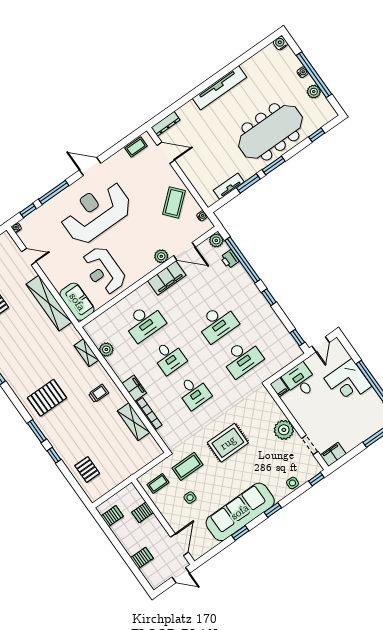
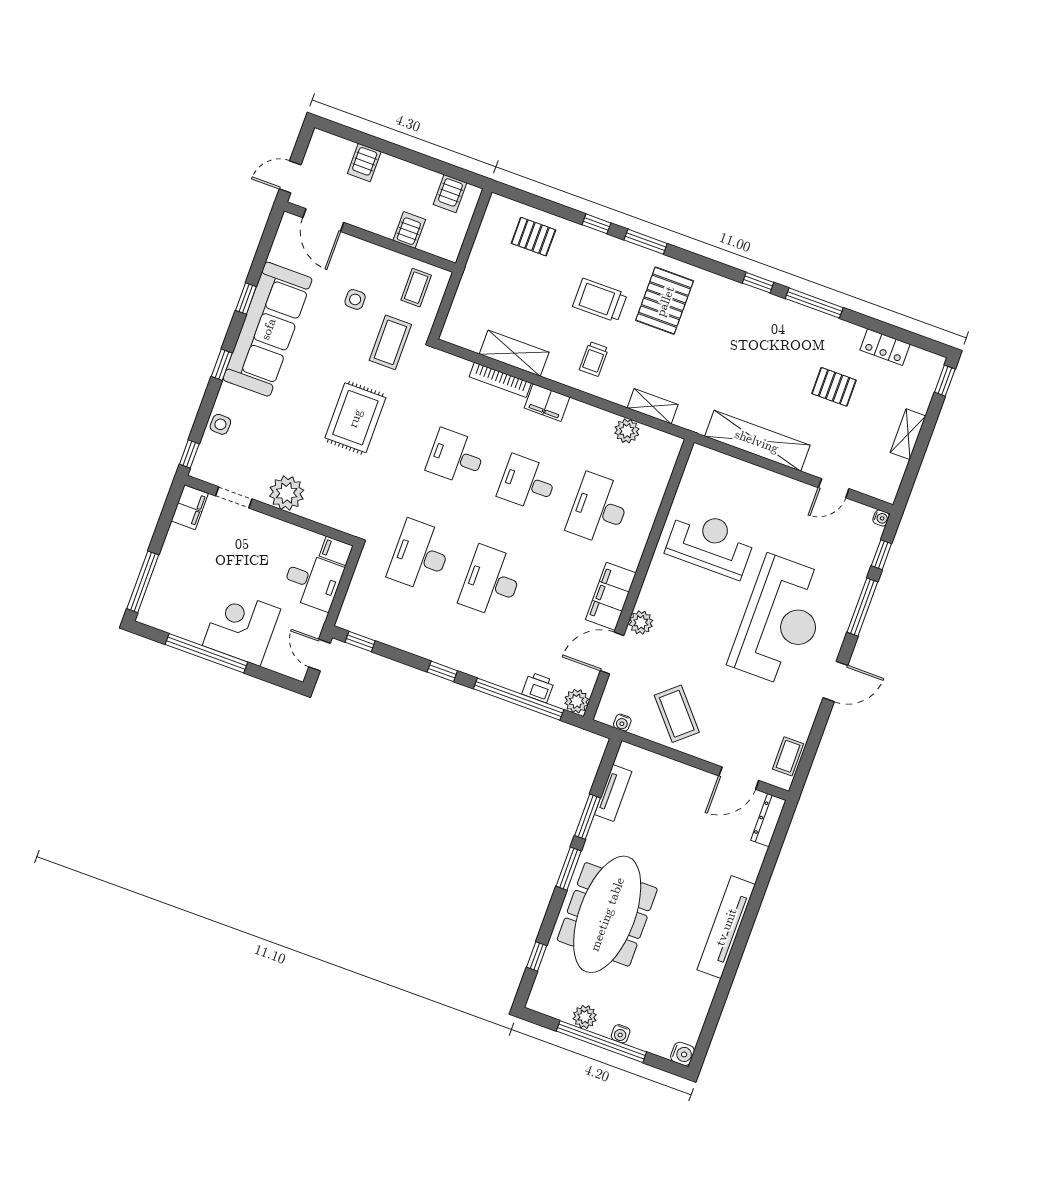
sofa: (77, 302) -> (718, 471), removed
trolley: (77, 419) -> (600, 300), added

